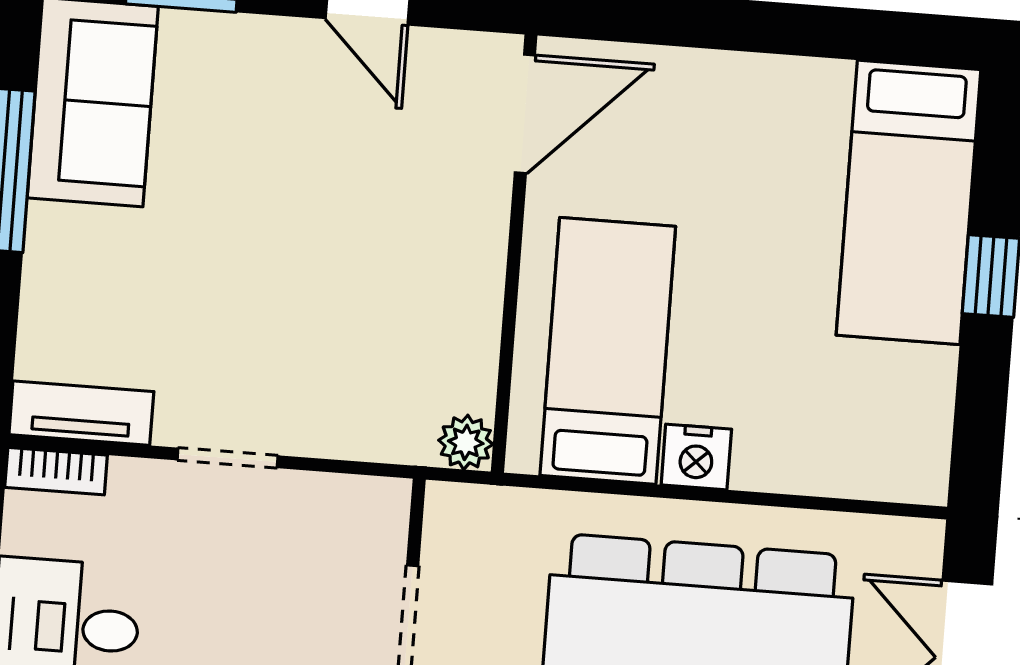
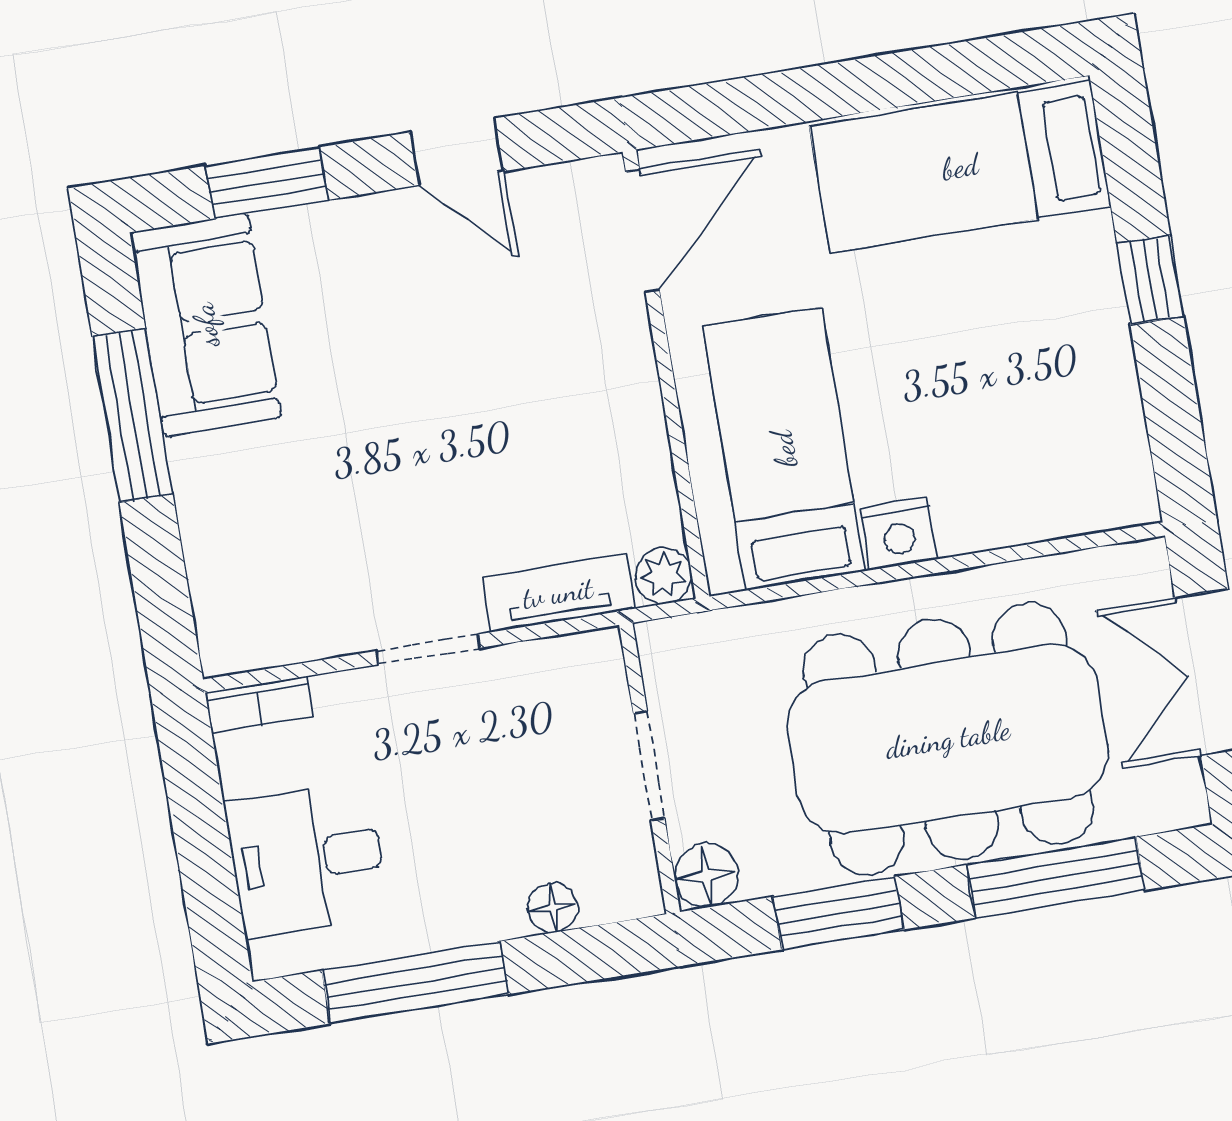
bed: (909, 202) -> (960, 167), moved, turned 90
tv unit: (81, 413) -> (558, 593), moved

